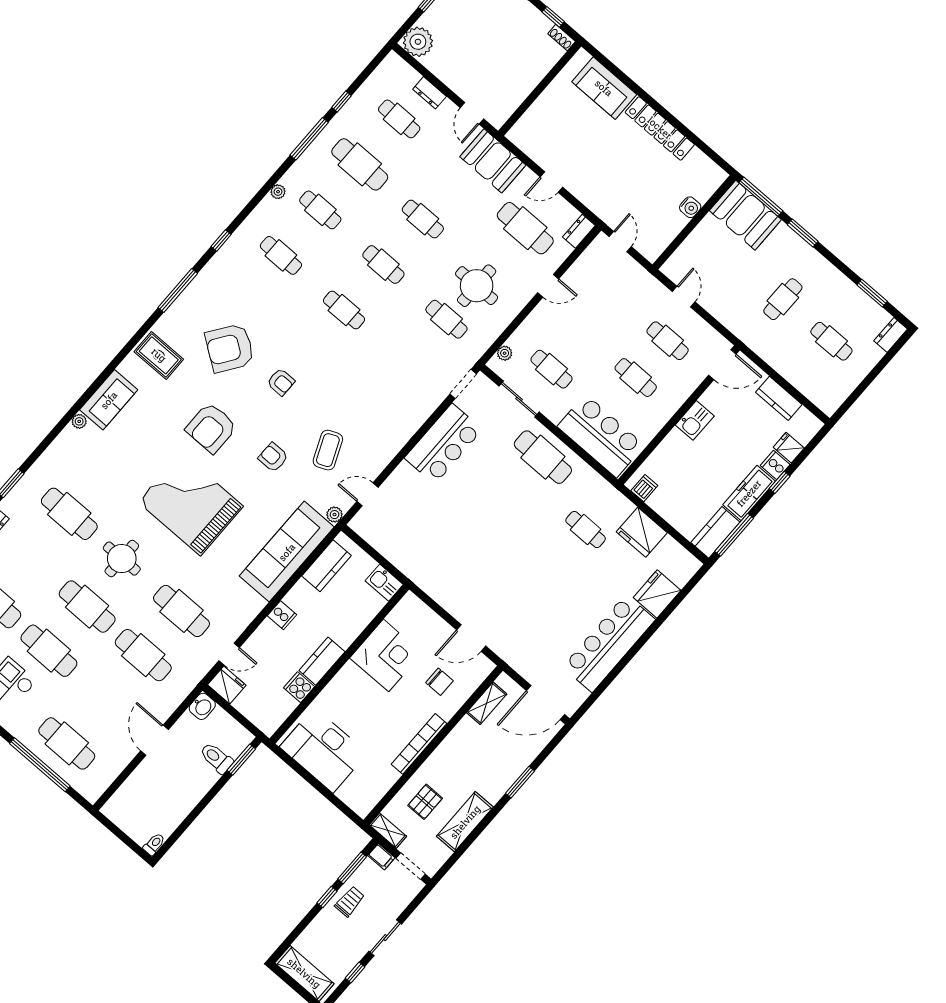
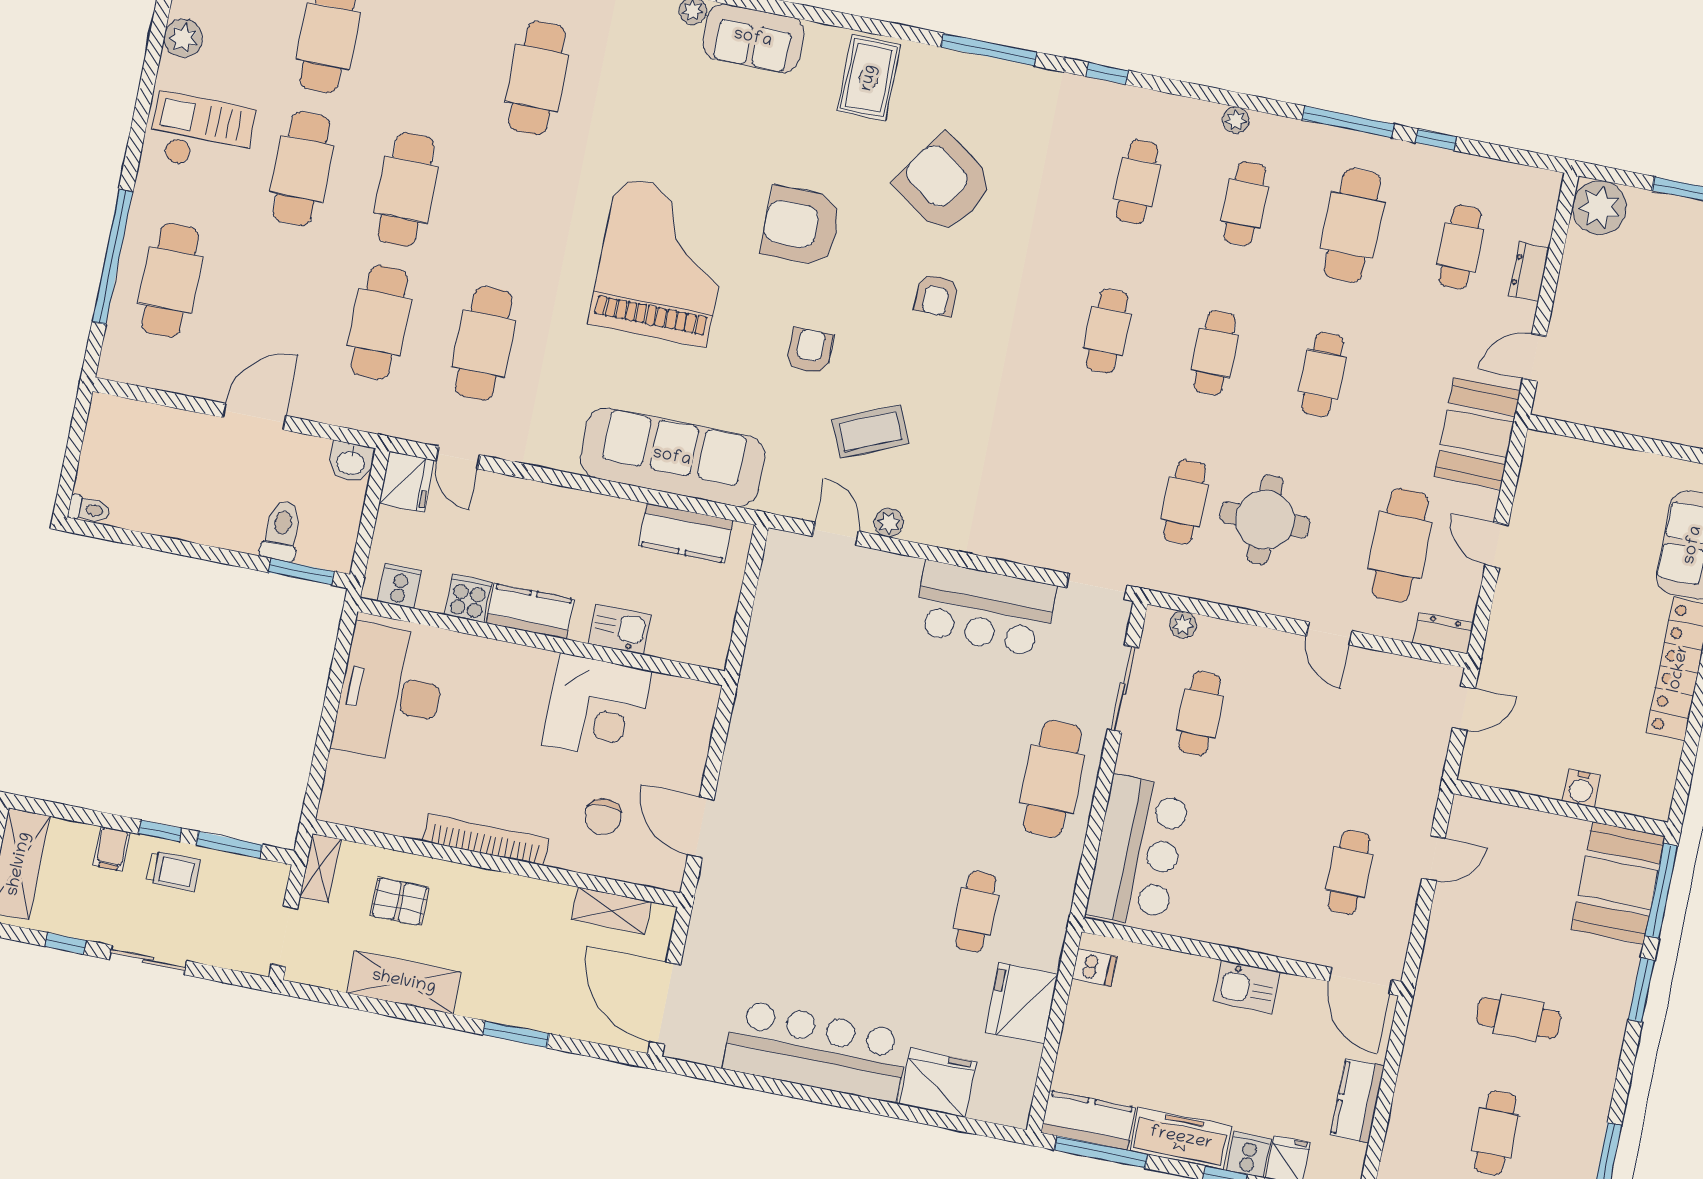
cafe table: (636, 378) -> (1262, 855), removed
plant: (334, 515) -> (889, 523), moved
round table: (122, 559) -> (513, 201), removed
kitchen sink: (384, 583) -> (620, 629), moved, turned 90
cooker: (282, 615) -> (400, 586), moved, turned 180
filing cabinet: (381, 857) -> (112, 849), moved

